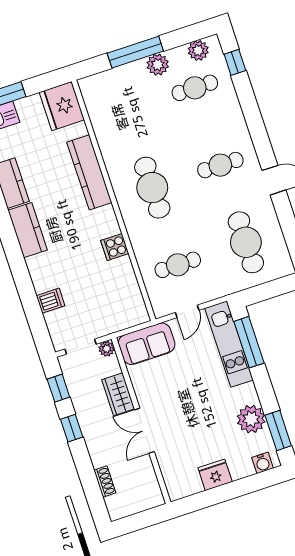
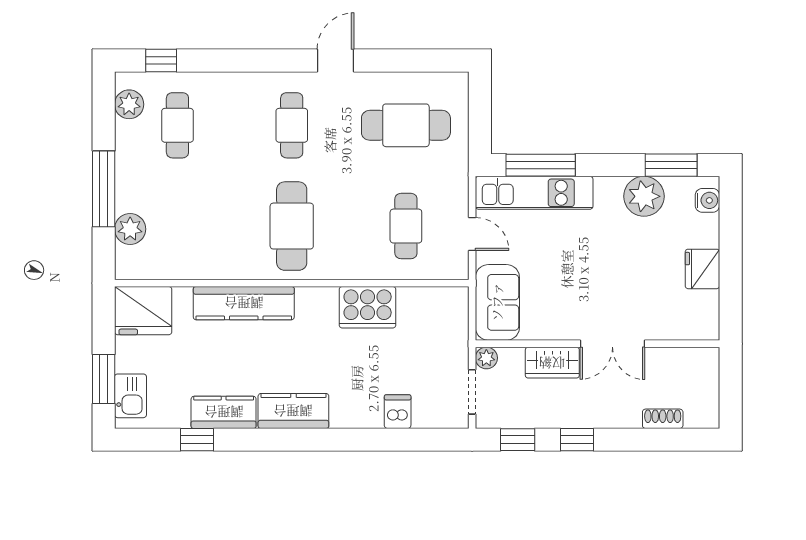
plant: (158, 65) -> (130, 229), moved
cafe table: (152, 188) -> (292, 226), turned 90
cooker: (115, 247) -> (368, 307), width x1.87, depth x1.31

